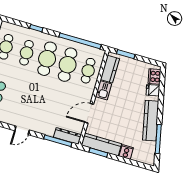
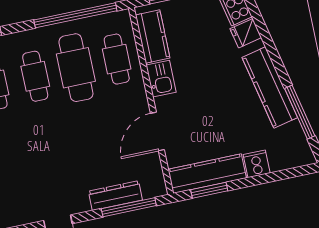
cafe table: (47, 59) -> (35, 76), width x0.73, depth x0.74
dresser: (67, 136) -> (115, 196), moved

